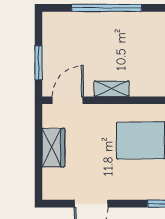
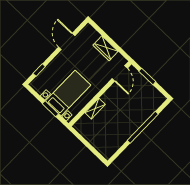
shelving: (112, 89) -> (95, 109), moved

